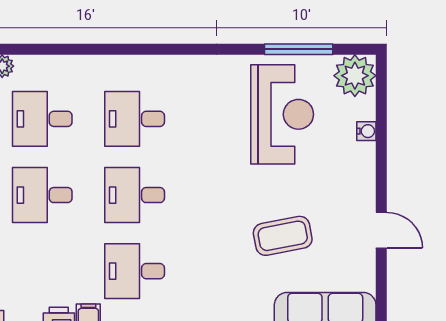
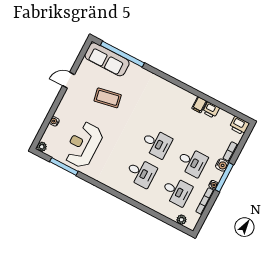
plant: (355, 76) -> (42, 147), width x0.53, depth x0.53
door: (381, 230) -> (69, 80), hinge flipped
desk: (135, 271) -> (172, 114), removed

